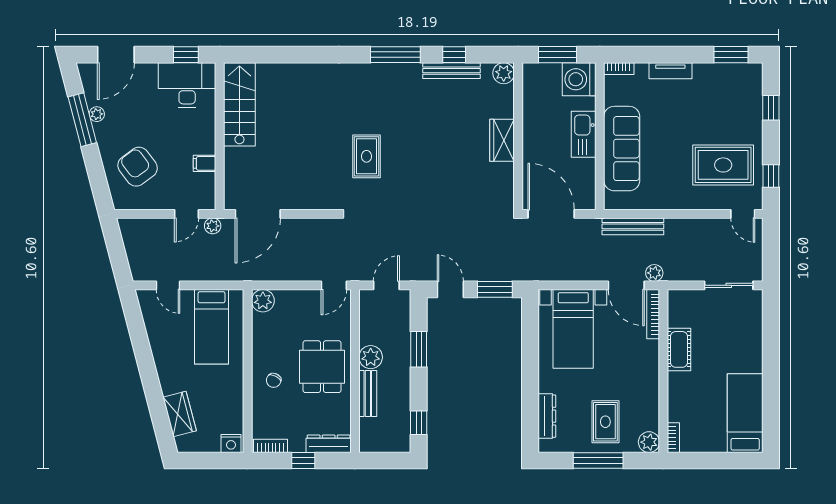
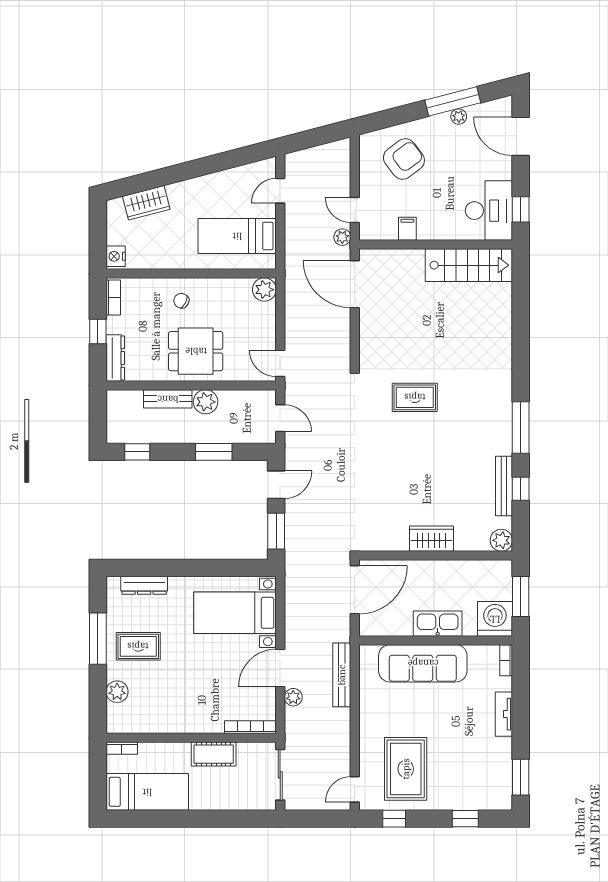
bookcase: (653, 314) -> (250, 727), moved
cot: (679, 349) -> (214, 754), moved
wall: (663, 371) -> (191, 738), moved
bookcase: (673, 438) -> (122, 748), moved

